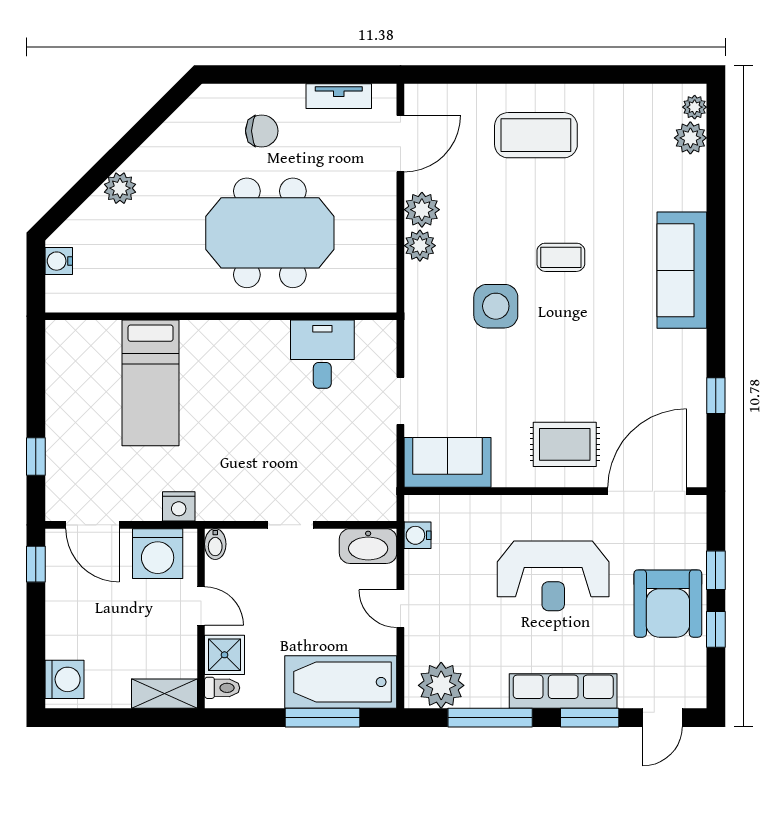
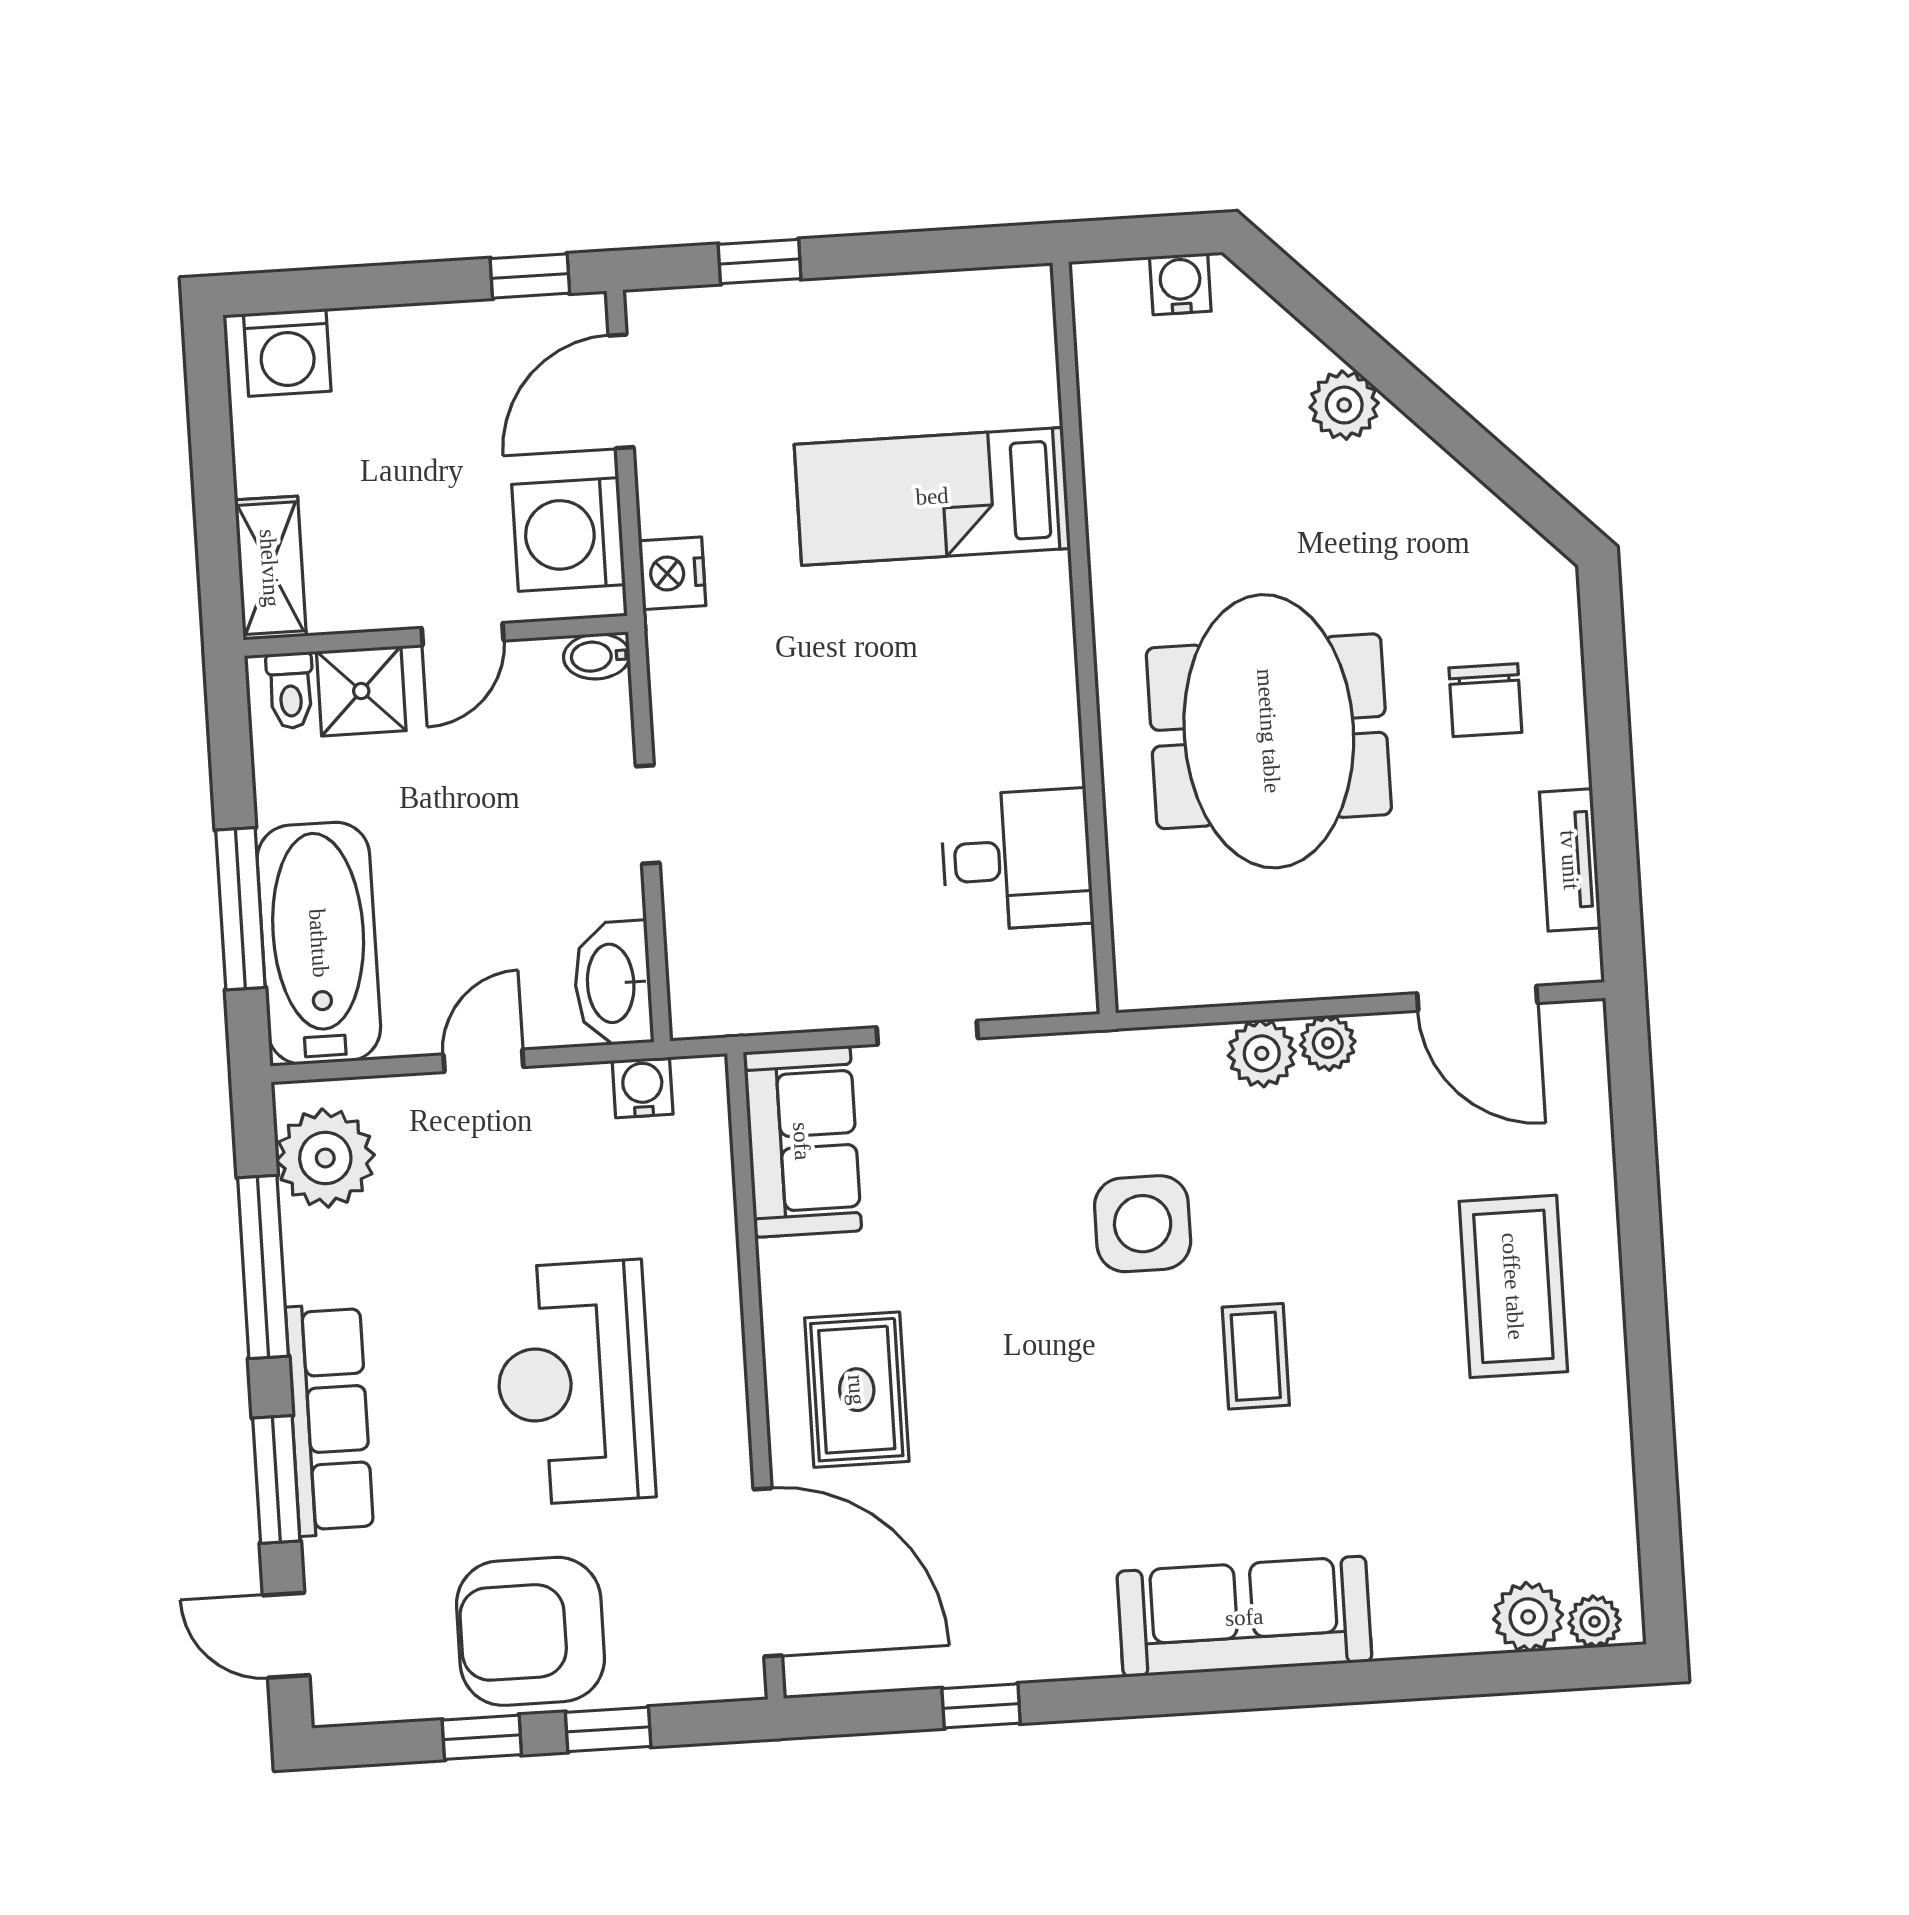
plant: (422, 210) -> (1328, 1043), width x0.73, depth x0.73

